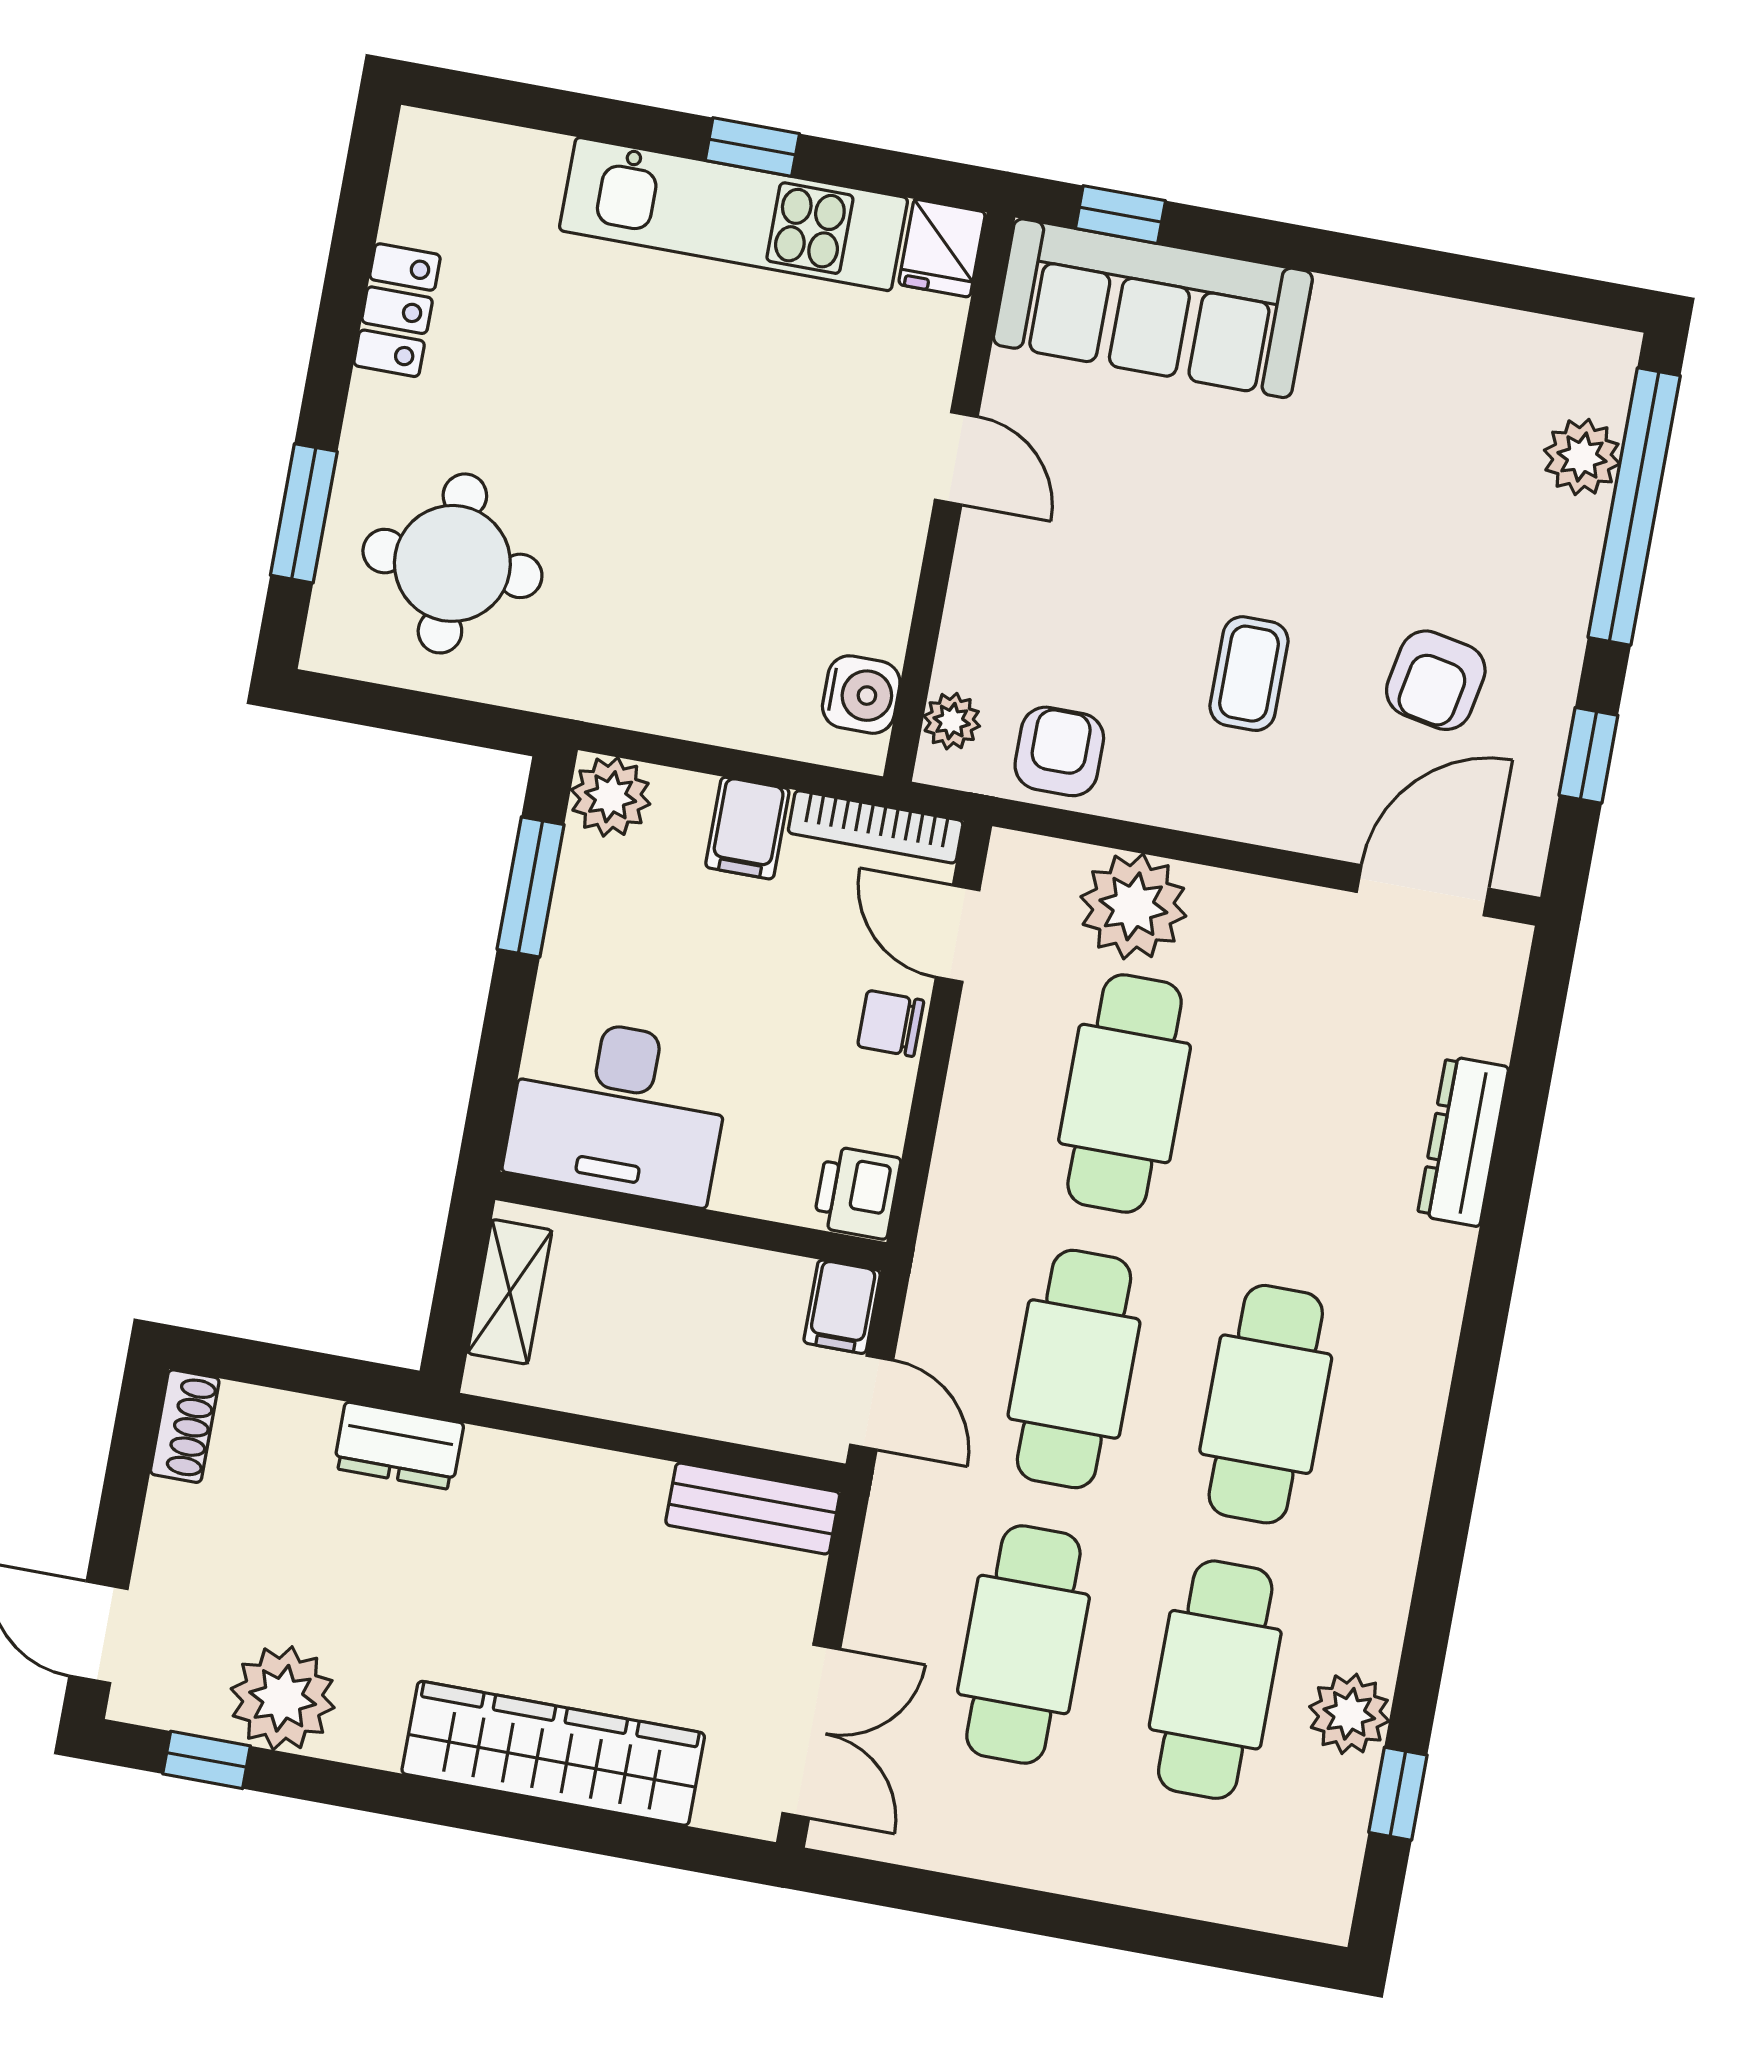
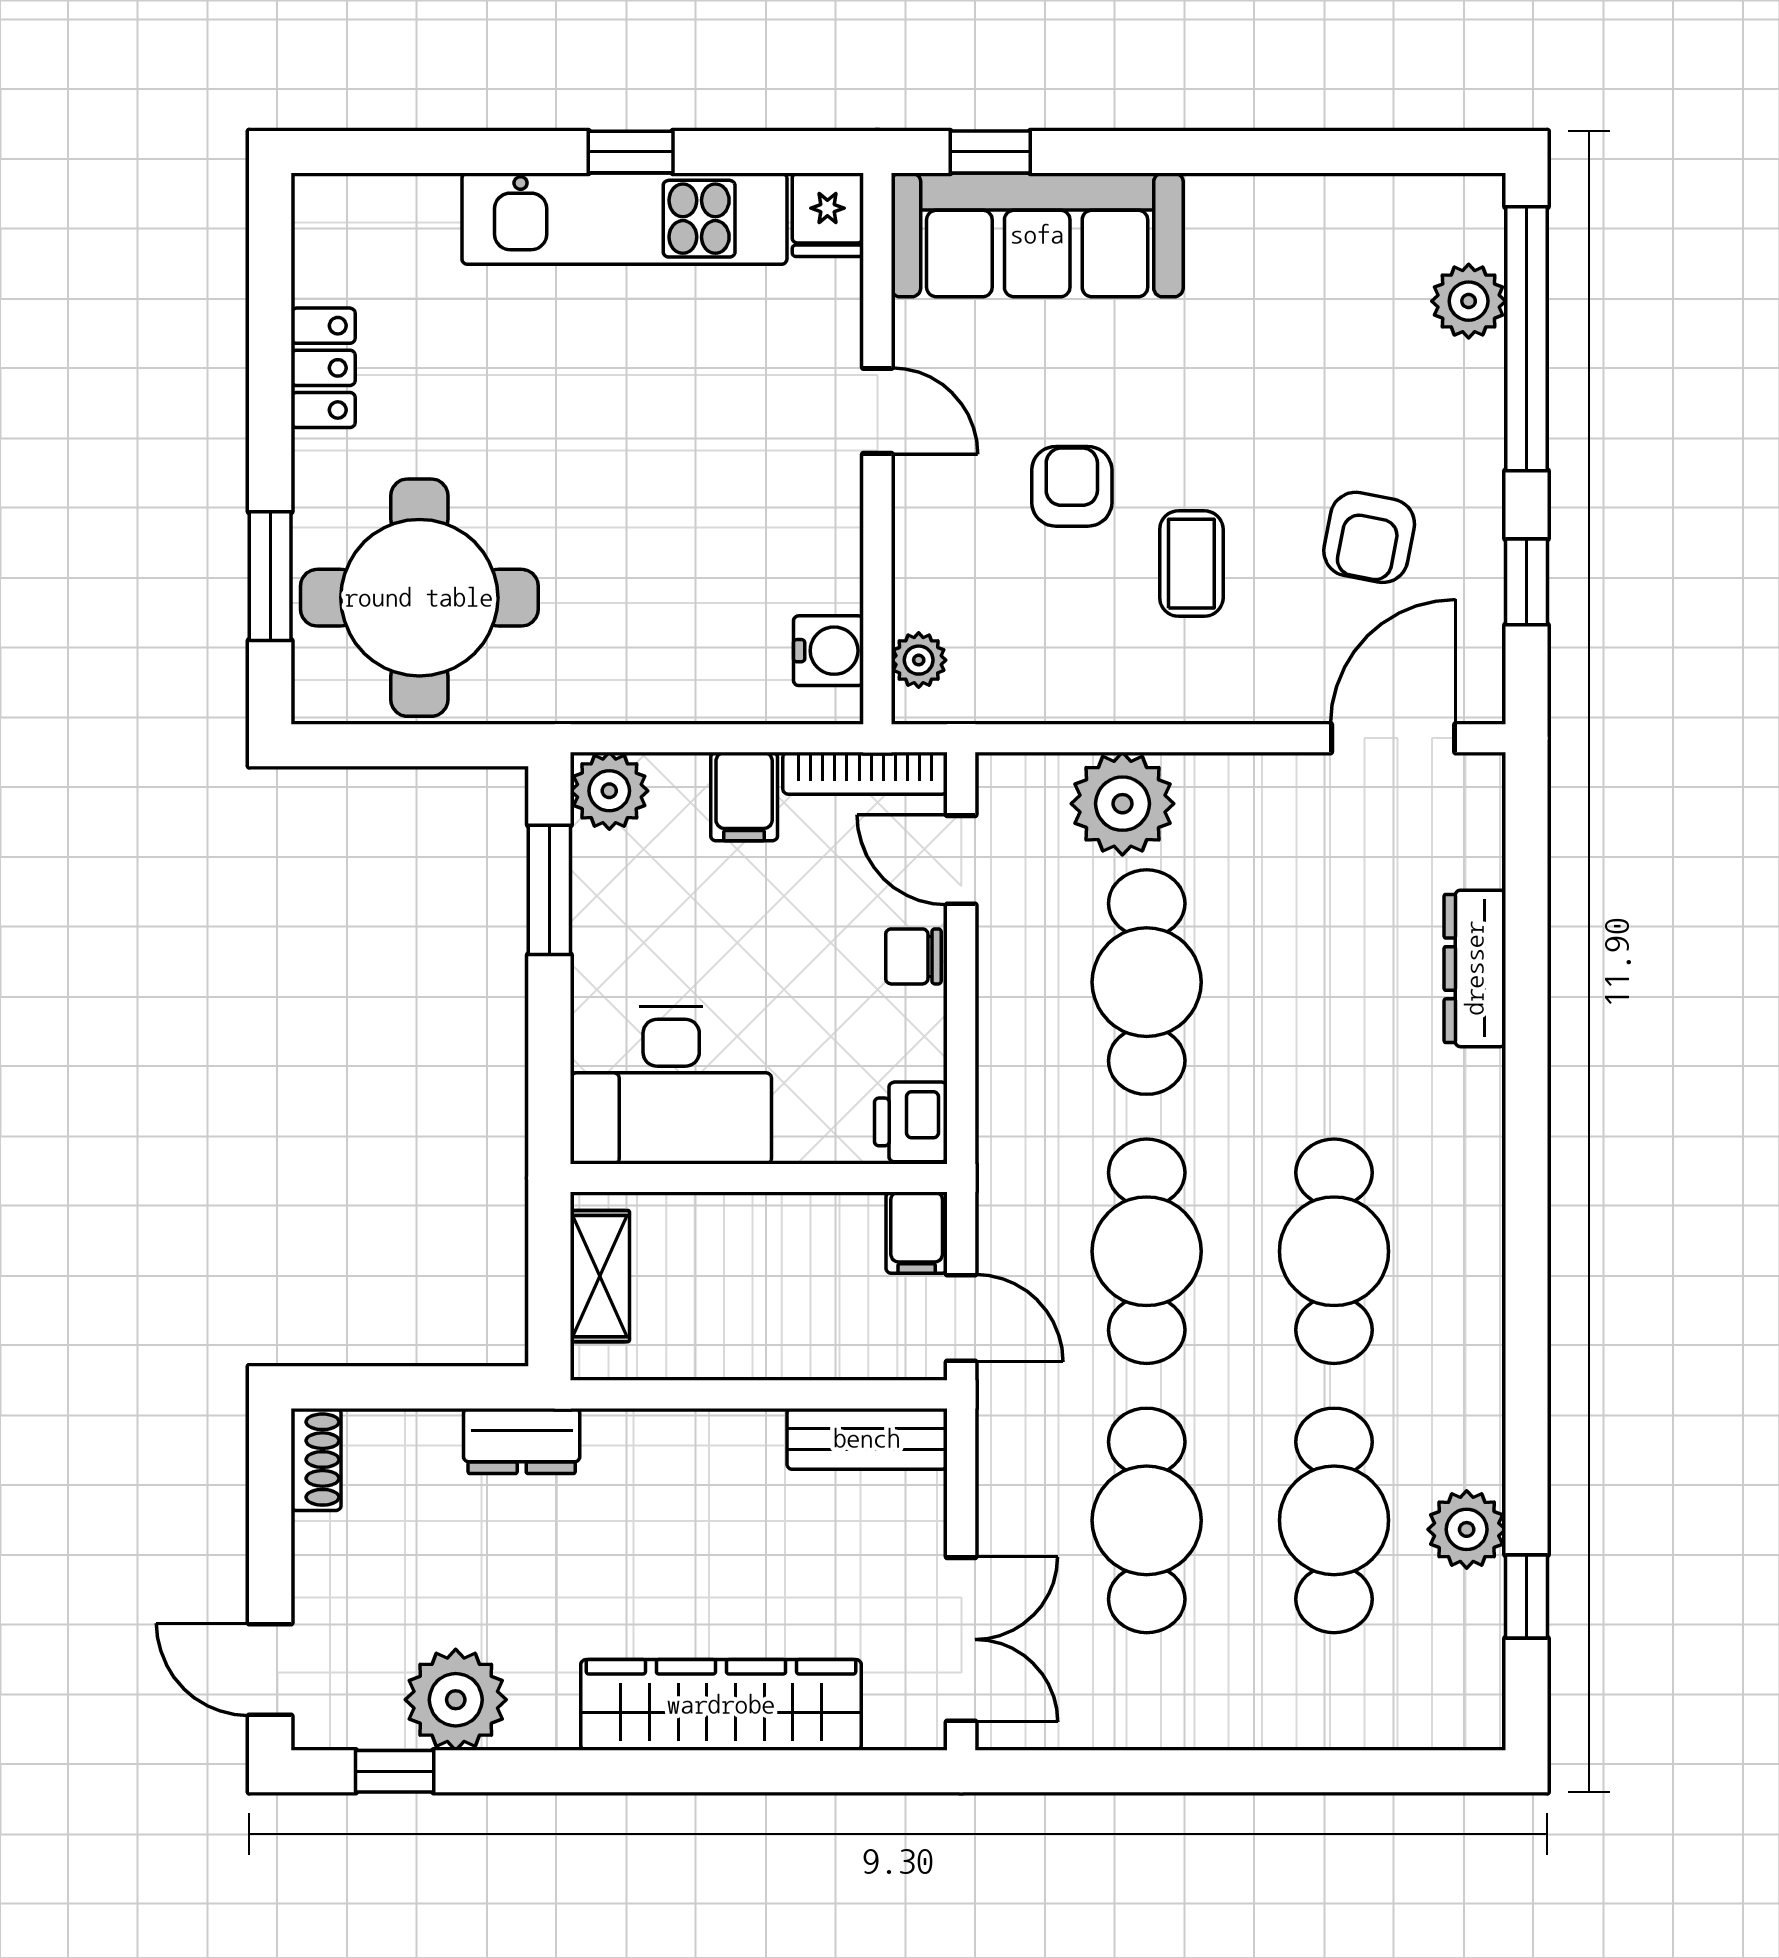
round table: (452, 563) -> (419, 598), width x1.36, depth x1.36
armchair: (1059, 751) -> (1072, 486), moved

